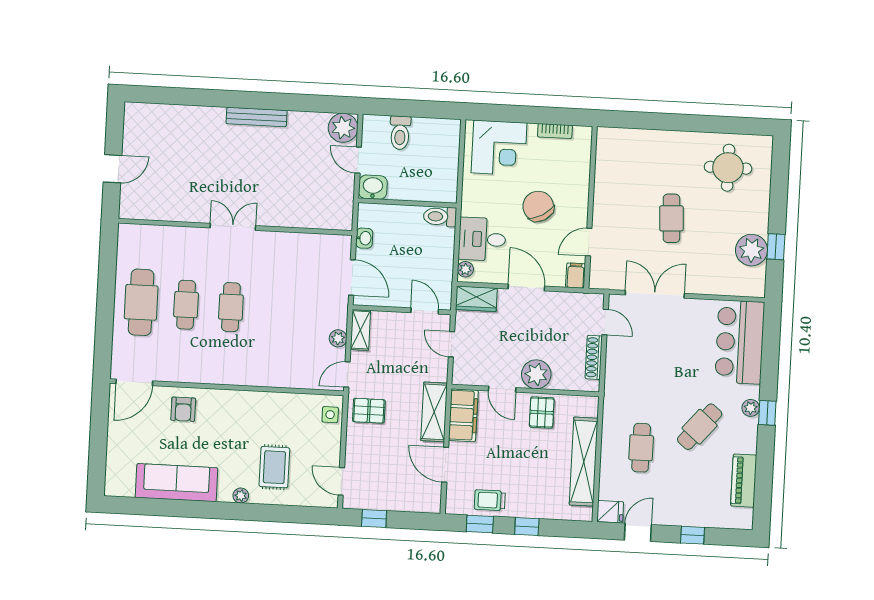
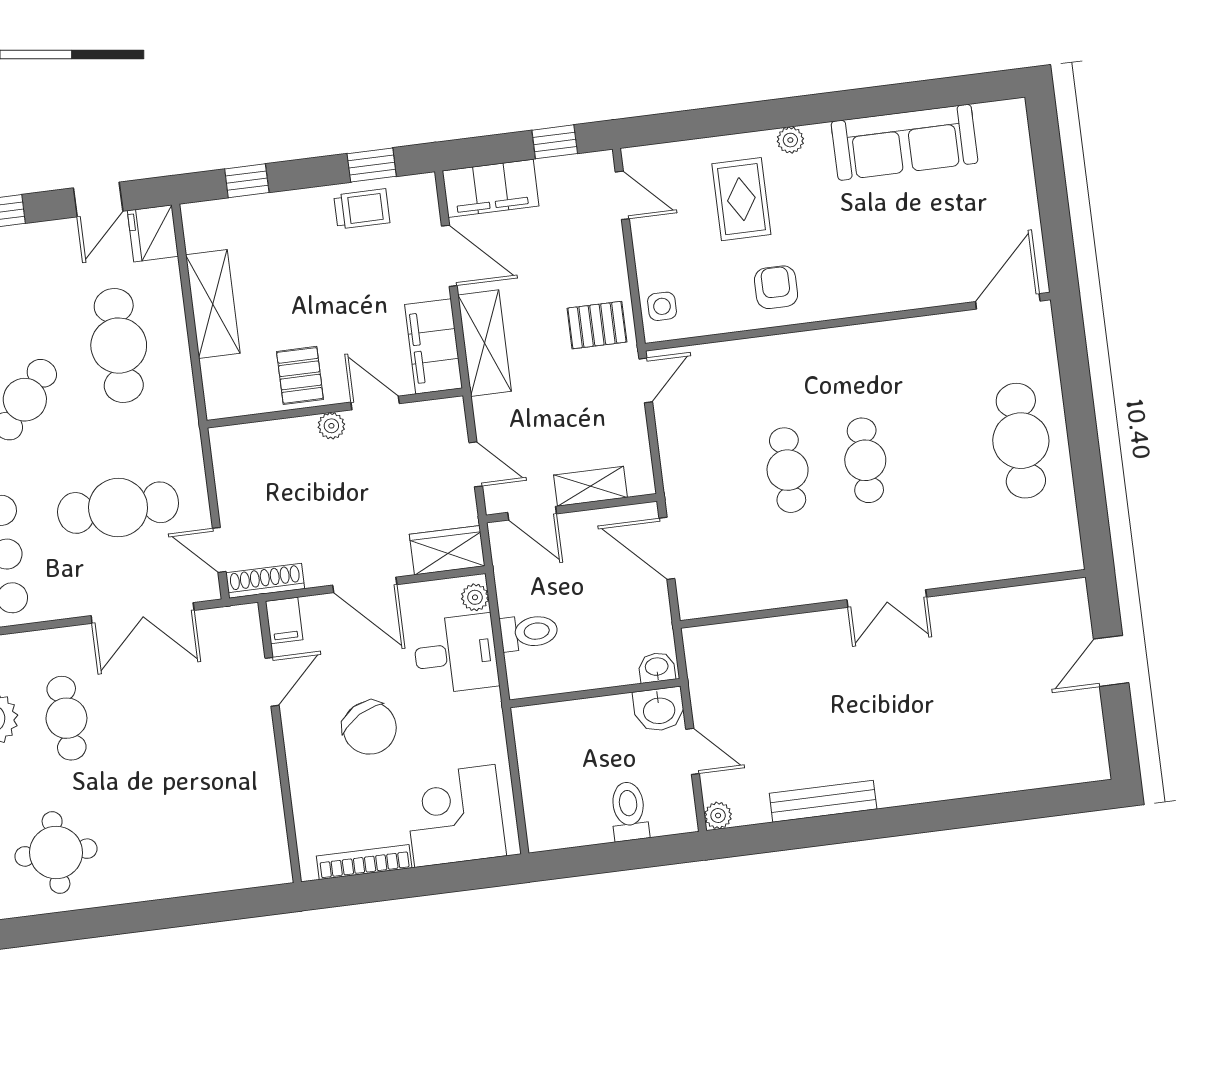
bench: (257, 117) -> (823, 801), moved
plant: (343, 128) -> (718, 816), width x0.53, depth x0.53
bookcase: (555, 131) -> (364, 862), width x1.56
toilet: (440, 217) -> (529, 632), moved
cafe table: (671, 218) -> (66, 718), moved
washbasin: (364, 238) -> (657, 667), moved, turned 90
cafe table: (186, 305) -> (788, 470), moved
shelving: (360, 330) -> (591, 486), moved, turned 90
plant: (338, 338) -> (672, 440), removed
cafe table: (658, 356) -> (118, 508), added
shoe rack: (594, 357) -> (265, 581), moved, turned -90
plant: (536, 374) -> (331, 426), width x0.53, depth x0.53
armchair: (183, 409) -> (776, 287), moved
cafe table: (641, 448) -> (119, 346), width x1.37, depth x1.35
shelving: (584, 462) -> (213, 304), width x0.68
filing cabinet: (415, 499) -> (491, 188), added
fridge: (610, 512) -> (153, 233), width x1.38
window: (527, 526) -> (247, 181), moved

